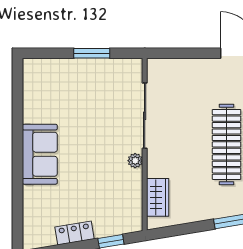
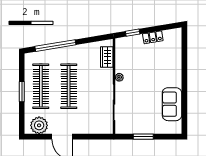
sofa: (40, 154) -> (172, 104), moved

